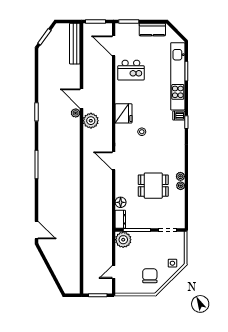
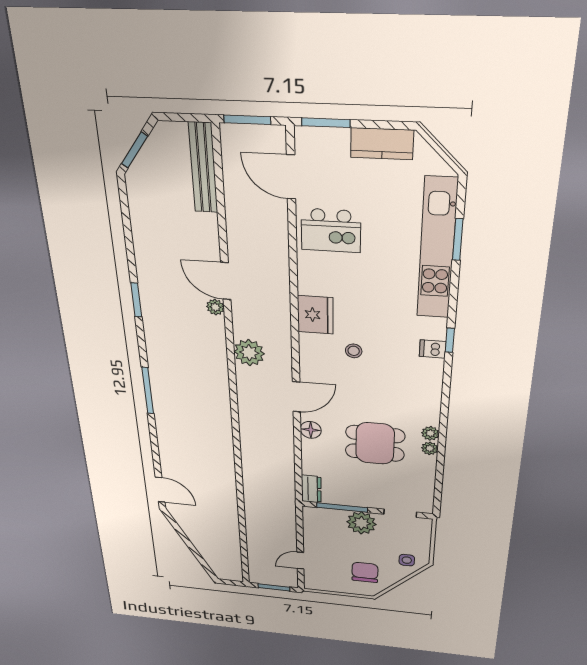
dishwasher: (179, 116) -> (433, 349), moved
plant: (91, 121) -> (249, 353), moved
door: (114, 161) -> (296, 397), swing flipped
floor lamp: (121, 202) -> (311, 430), moved
plant: (123, 240) -> (361, 523), moved

